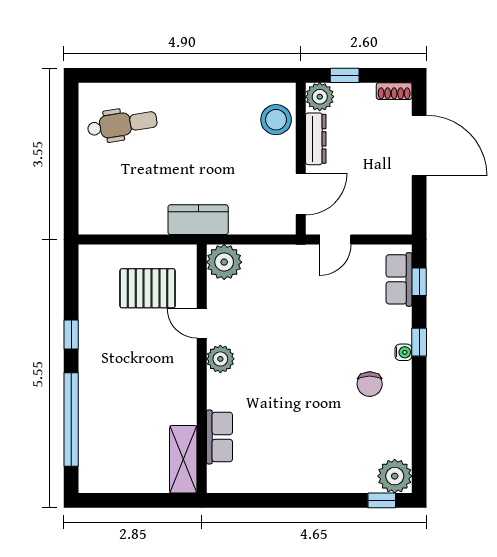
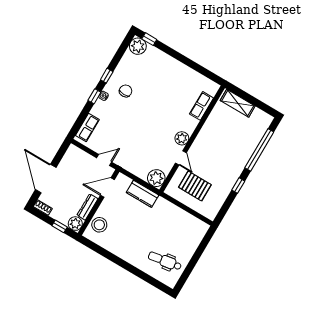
kitchen counter: (198, 220) -> (143, 194), moved
window: (419, 282) -> (107, 76), moved
shelving: (183, 459) -> (238, 103), moved, turned 90

